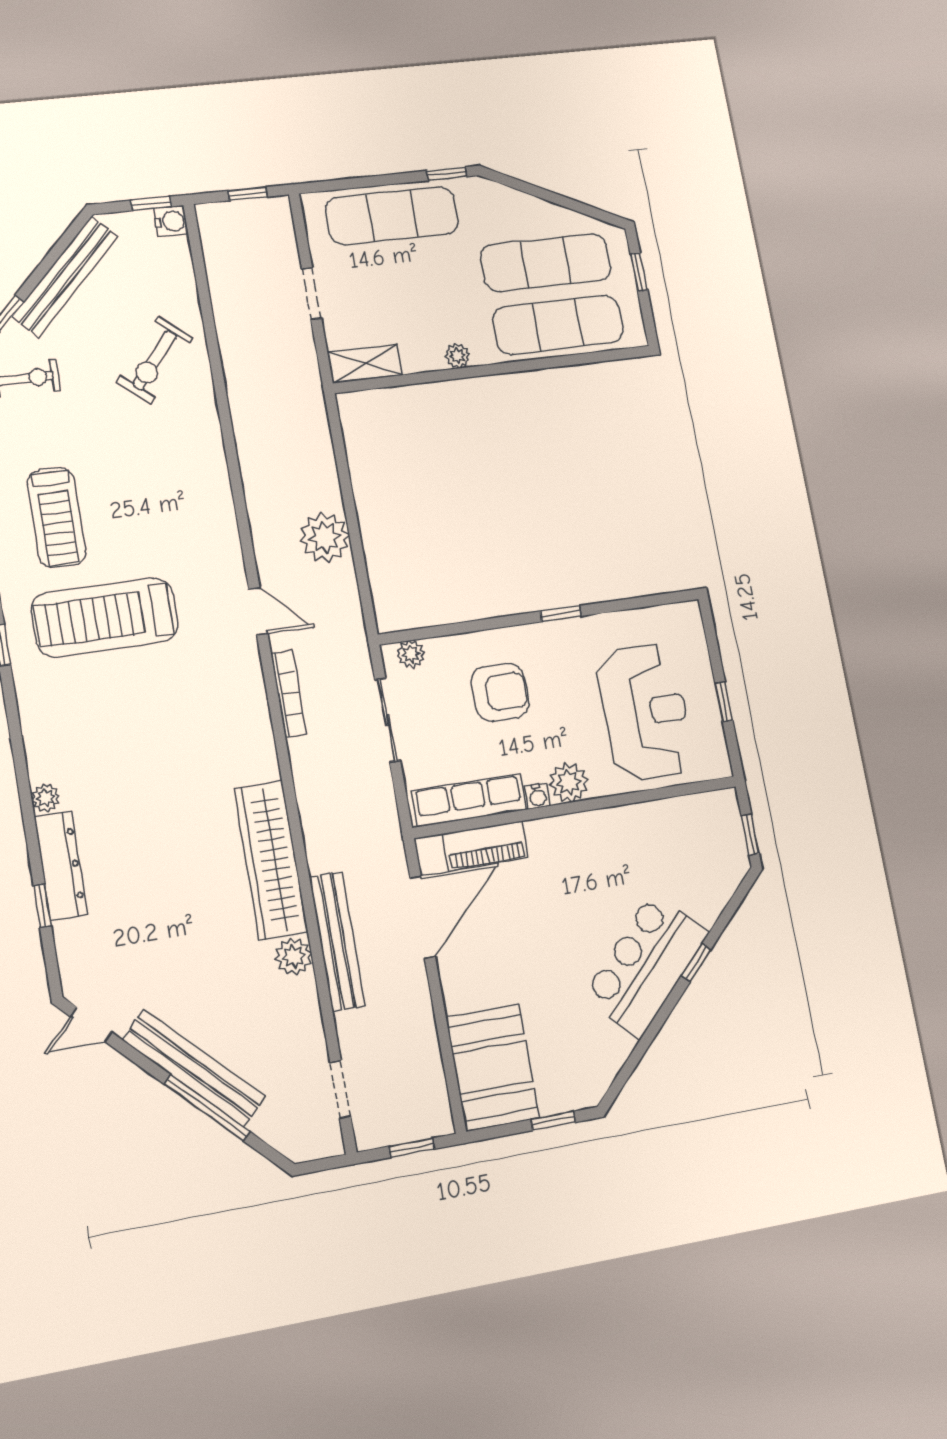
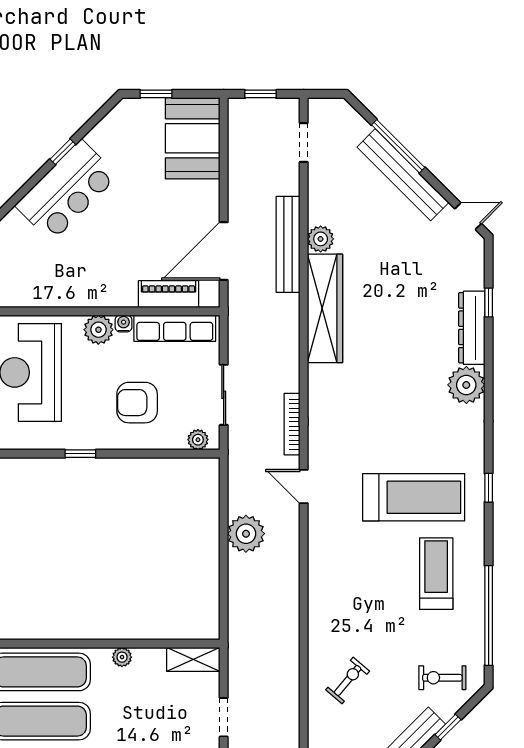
exercise bike: (155, 360) -> (348, 680), width x0.73, depth x0.72
plant: (45, 798) -> (466, 385), width x1.88, depth x1.88
window: (696, 963) -> (63, 152), moved

